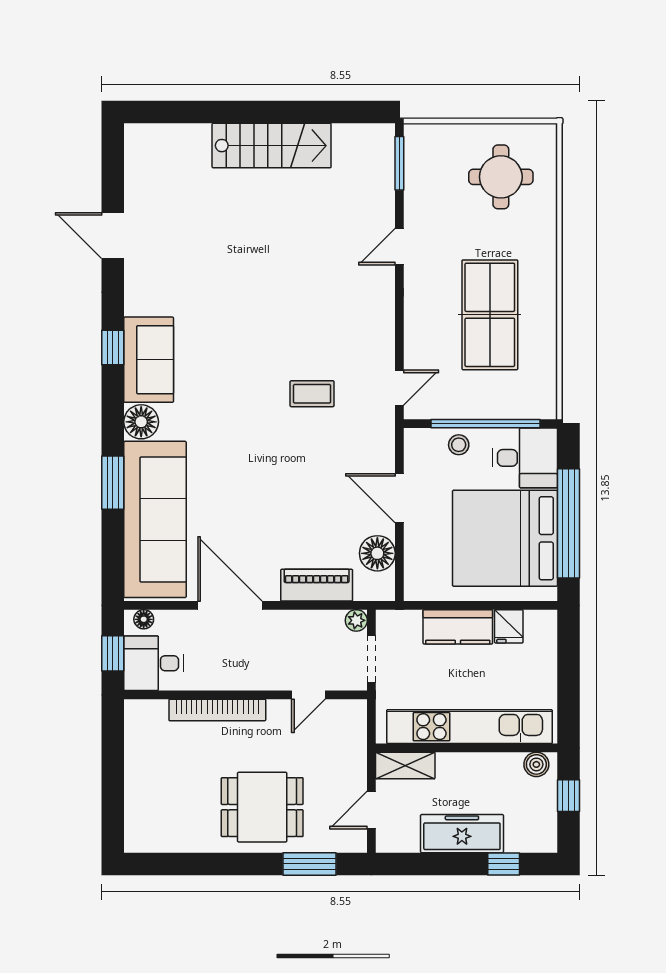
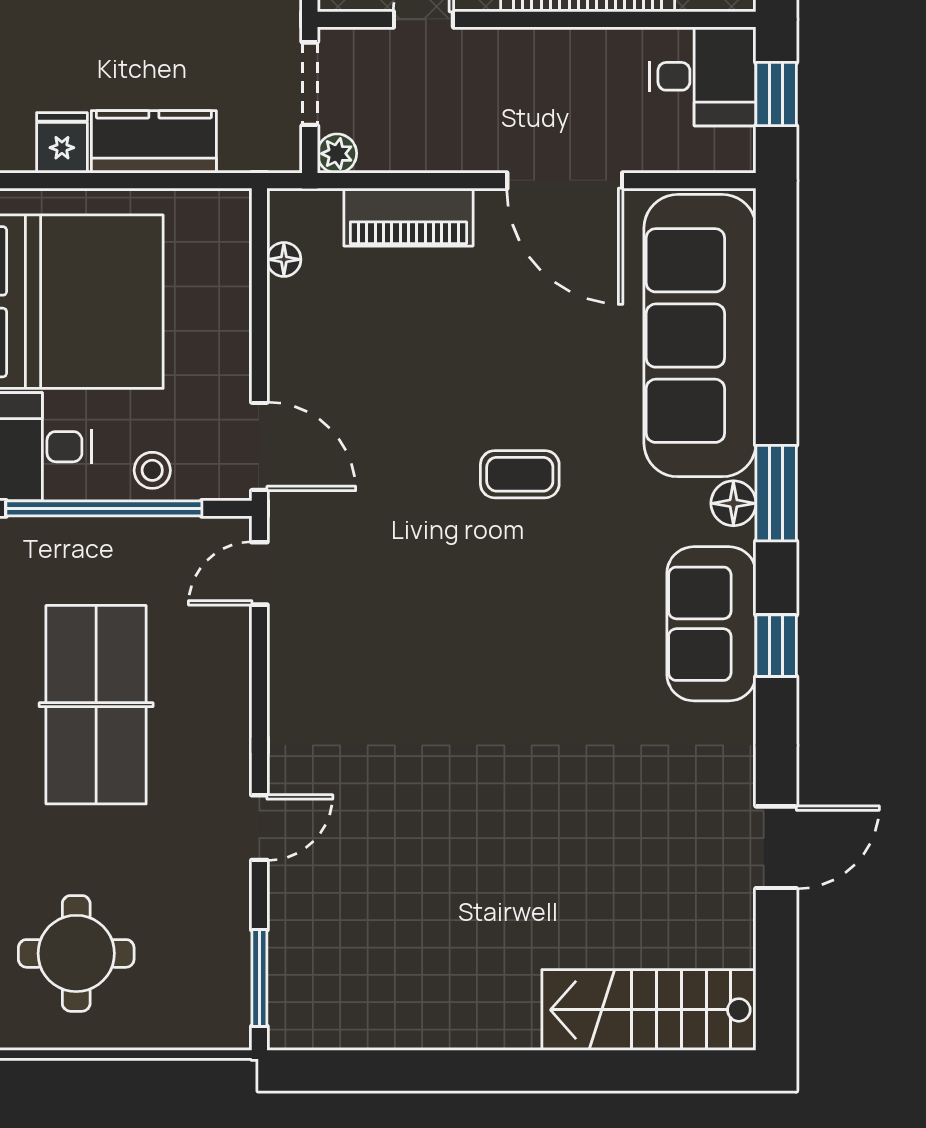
stairs: (272, 146) -> (649, 1010), moved
door: (113, 236) -> (776, 847), hinge flipped
coffee table: (312, 394) -> (520, 474), moved
floor lamp: (141, 422) -> (733, 503), width x0.73, depth x0.73
window: (113, 483) -> (776, 493), moved
door: (399, 498) -> (259, 446), moved
floor lamp: (377, 553) -> (284, 259), width x0.53, depth x0.53
floor lamp: (144, 619) -> (720, 156), removed

